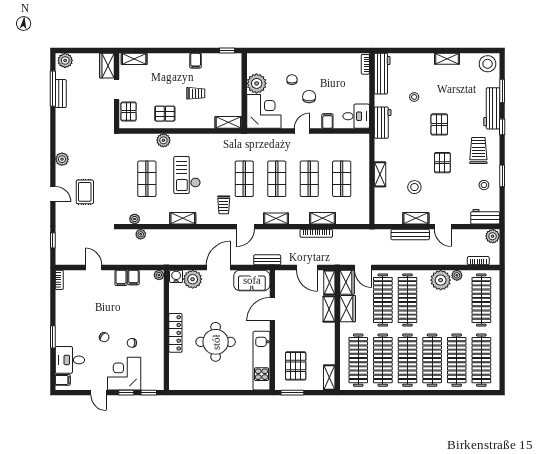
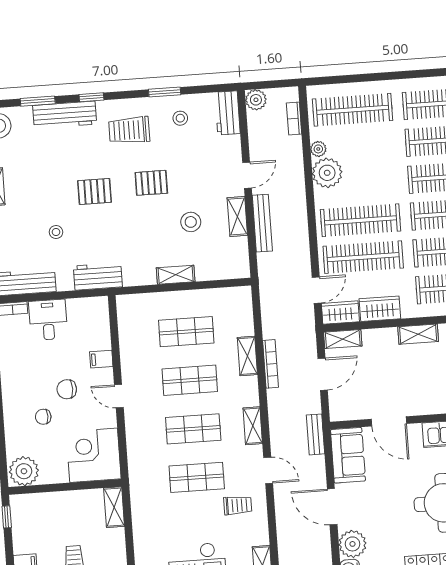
plant: (257, 83) -> (24, 471), moved
desk: (356, 116) -> (48, 320), moved
shelving: (329, 309) -> (418, 334), moved

